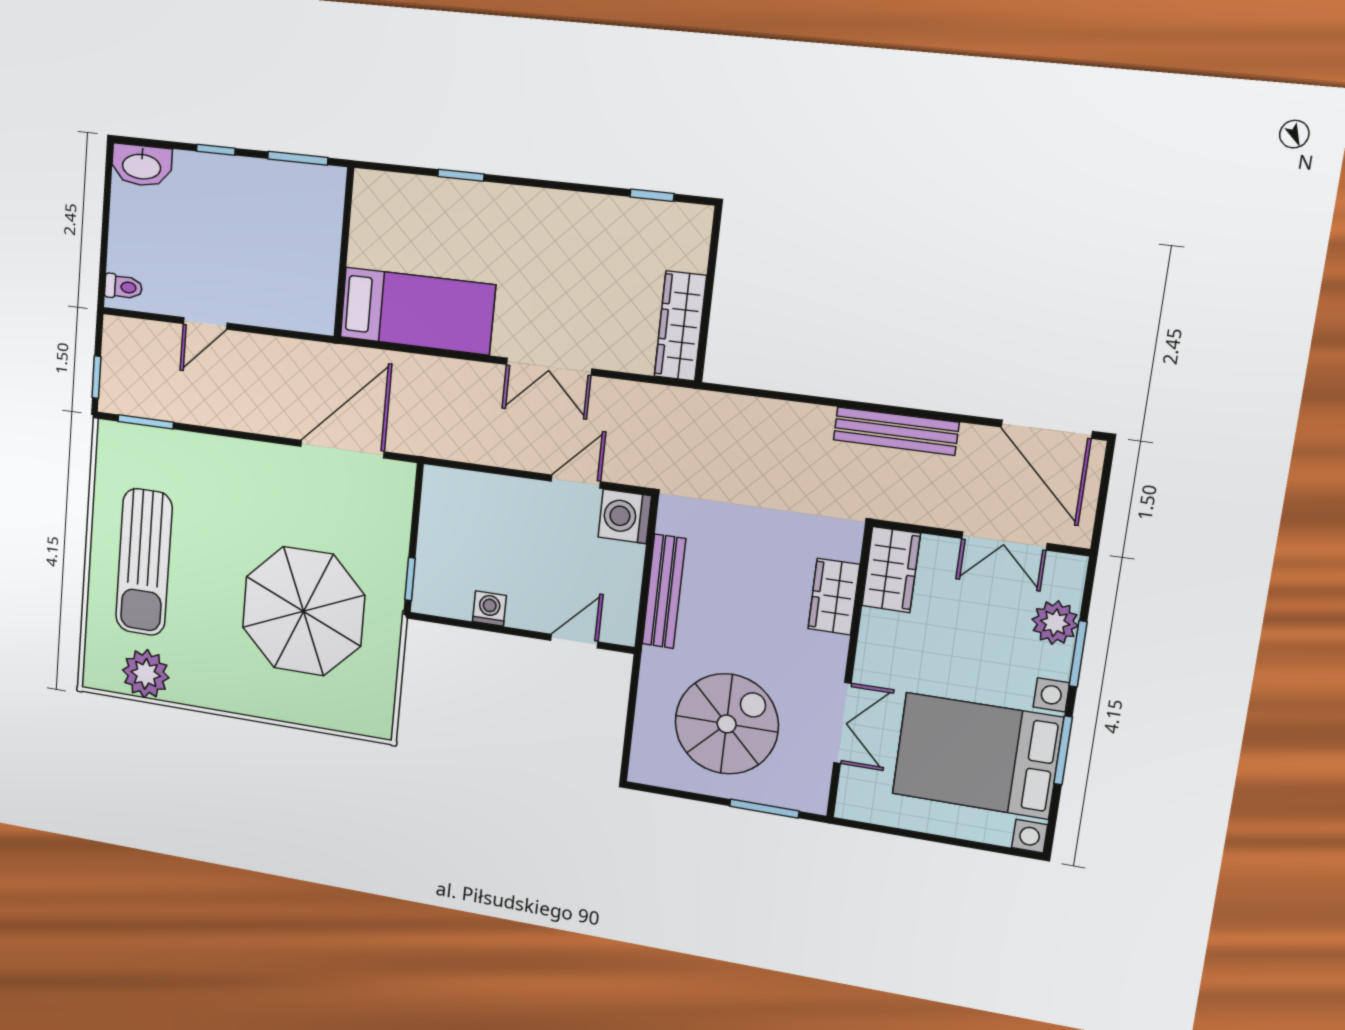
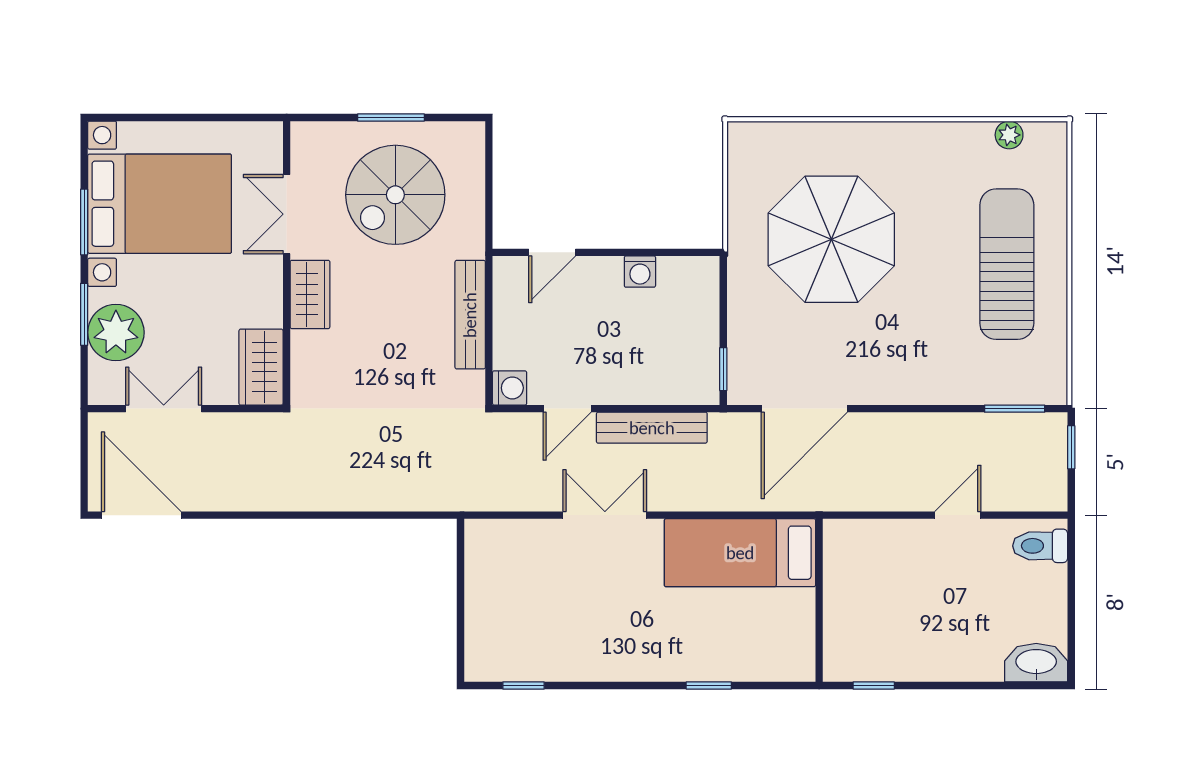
window: (216, 150) -> (959, 686), removed
window: (298, 158) -> (874, 686), width x0.67
toilet: (123, 287) -> (1040, 546), width x1.37, depth x1.39
wardrobe: (680, 326) -> (483, 568), removed
bench: (896, 431) -> (652, 428), moved
washing machine: (625, 516) -> (510, 388), width x0.73, depth x0.73
window: (410, 579) -> (723, 369), moved
wardrobe: (834, 597) -> (310, 294), moved
plant: (1055, 623) -> (116, 332), width x1.36, depth x1.36
plant: (146, 674) -> (1009, 135), width x0.53, depth x0.53
window: (764, 809) -> (391, 117), moved

